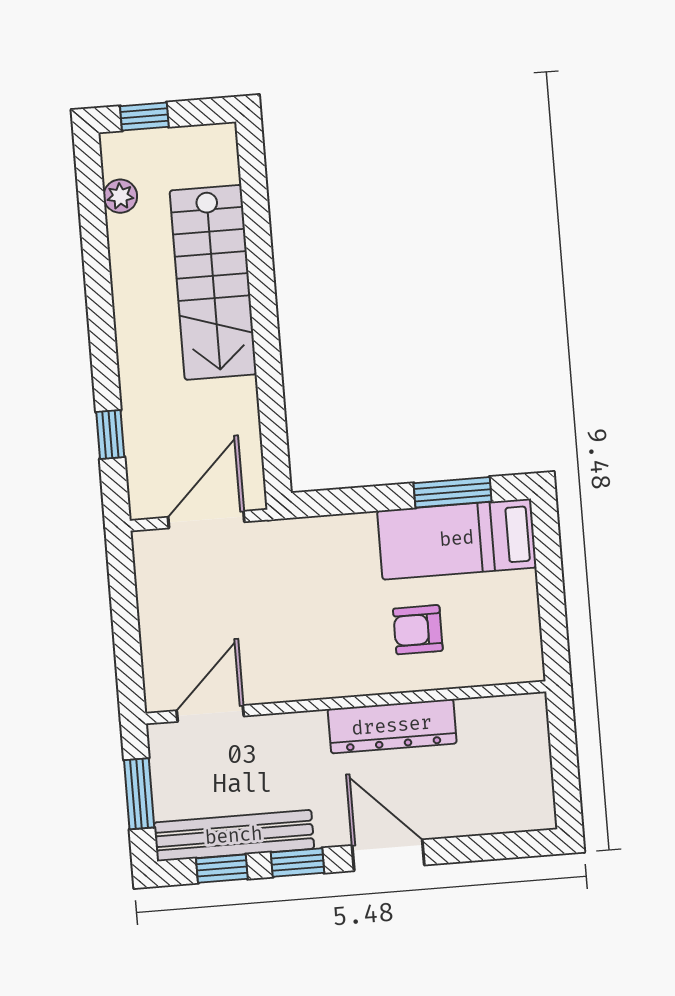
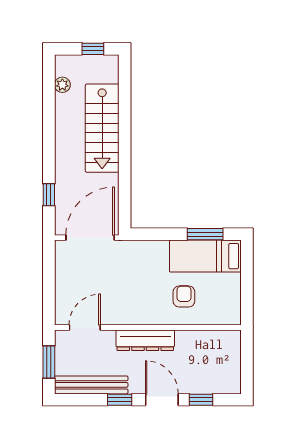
window: (144, 116) -> (93, 49), moved
door: (206, 520) -> (90, 238), width x1.36
armchair: (418, 630) -> (184, 296), turned 90
dresser: (392, 726) -> (145, 340), moved
window: (222, 869) -> (201, 400), moved

